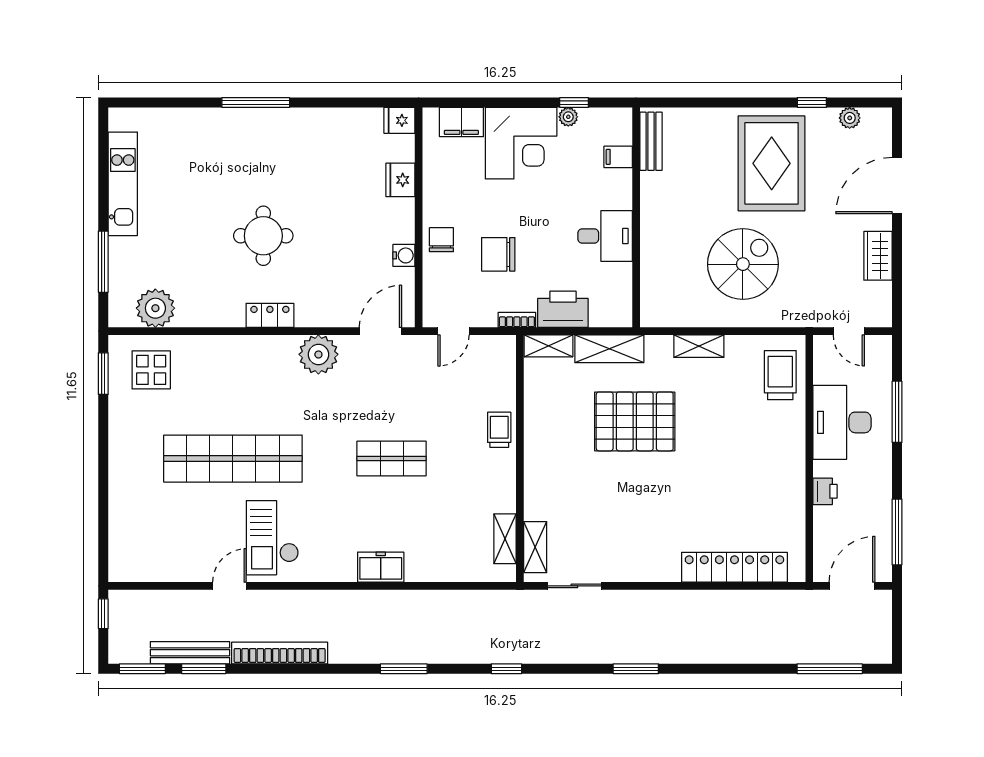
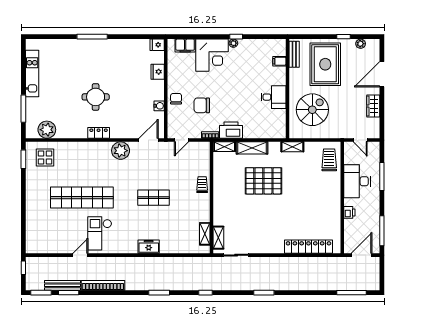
bench: (651, 141) -> (294, 54), moved
filing cabinet: (618, 157) -> (279, 61), moved
wall: (636, 217) -> (288, 89), moved
desk: (605, 236) -> (274, 97), moved

